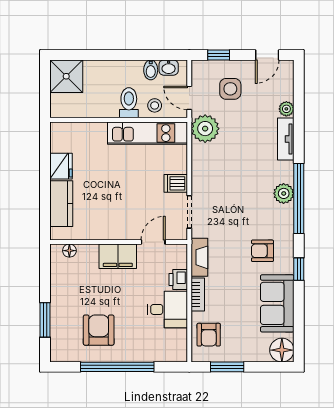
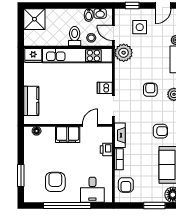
kitchen unit: (148, 133) -> (77, 56), width x1.36
fridge: (61, 166) -> (33, 56), moved, turned 90
armchair: (247, 186) -> (150, 90), added
armchair: (262, 251) -> (160, 131), turned 180
desk: (167, 309) -> (92, 190), moved, turned 90
window: (227, 367) -> (154, 206), moved

